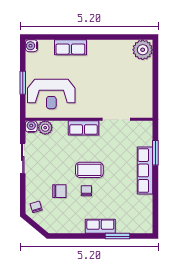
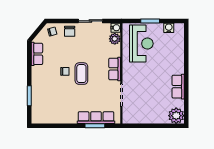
water cooler: (31, 46) -> (169, 28), moved
row of seats: (70, 47) -> (178, 87), moved
reception desk: (51, 94) -> (141, 44), turned 180
row of seats: (145, 170) -> (96, 118), moved
chair: (59, 191) -> (70, 31), moved
row of seats: (100, 226) -> (37, 54), moved

